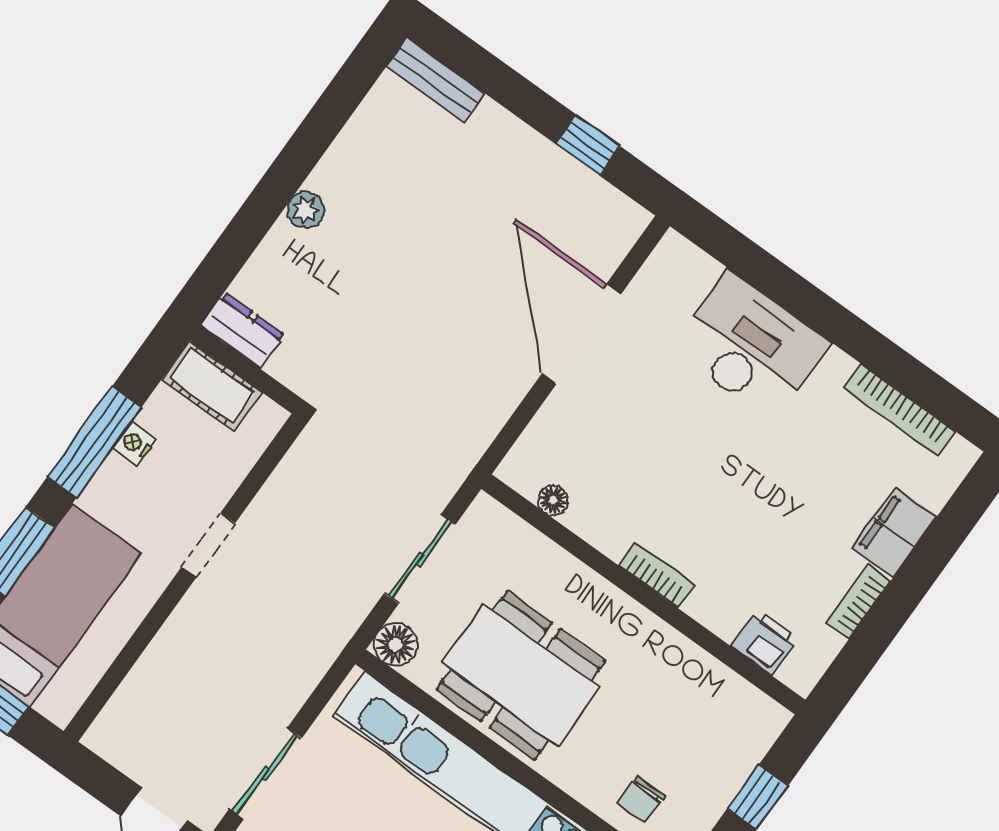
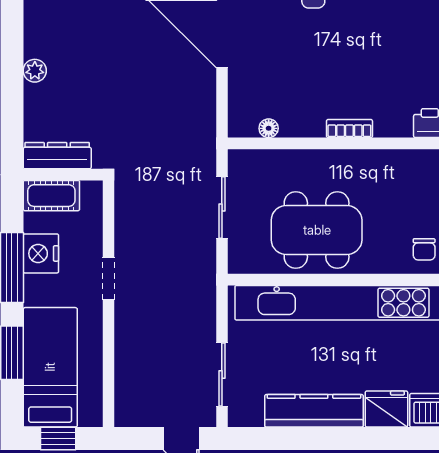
dresser: (243, 330) -> (57, 156), width x1.44
nightstand: (135, 443) -> (41, 253), width x1.89, depth x1.79
floor lamp: (396, 645) -> (241, 260), removed

